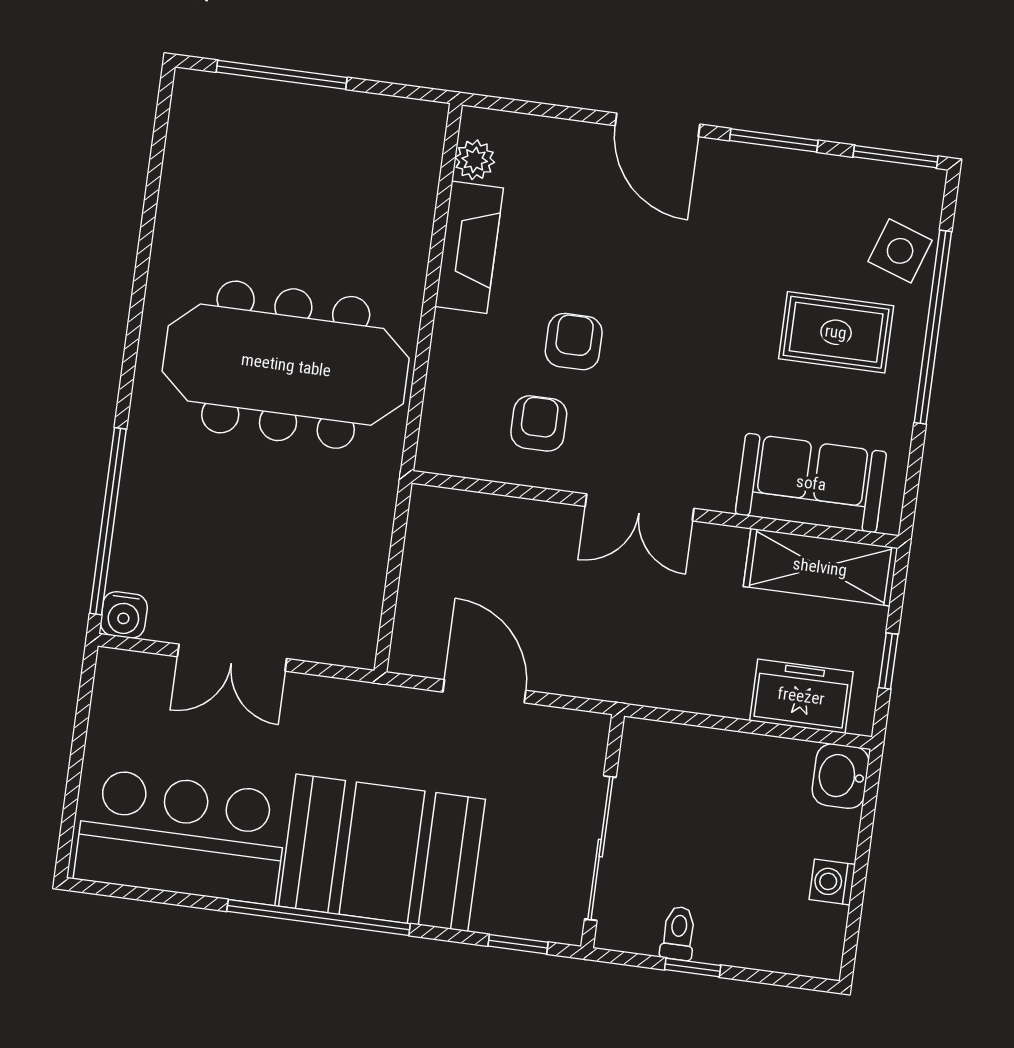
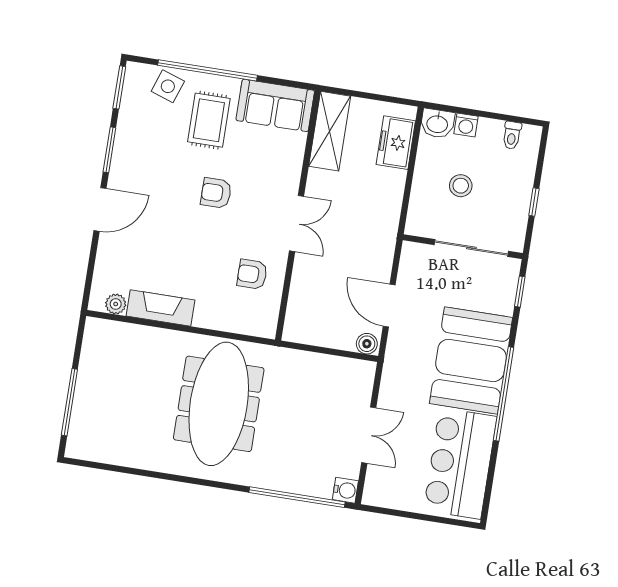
armchair: (574, 342) -> (216, 193), moved
sofa: (811, 483) -> (275, 105), moved, turned -90
boiler: (409, 650) -> (367, 344), added
window: (888, 661) -> (379, 97), removed
door: (484, 691) -> (389, 306), hinge flipped
stool: (721, 824) -> (461, 186), added
washing machine: (832, 882) -> (466, 125), moved
toilet: (678, 933) -> (512, 135), moved, turned -90

